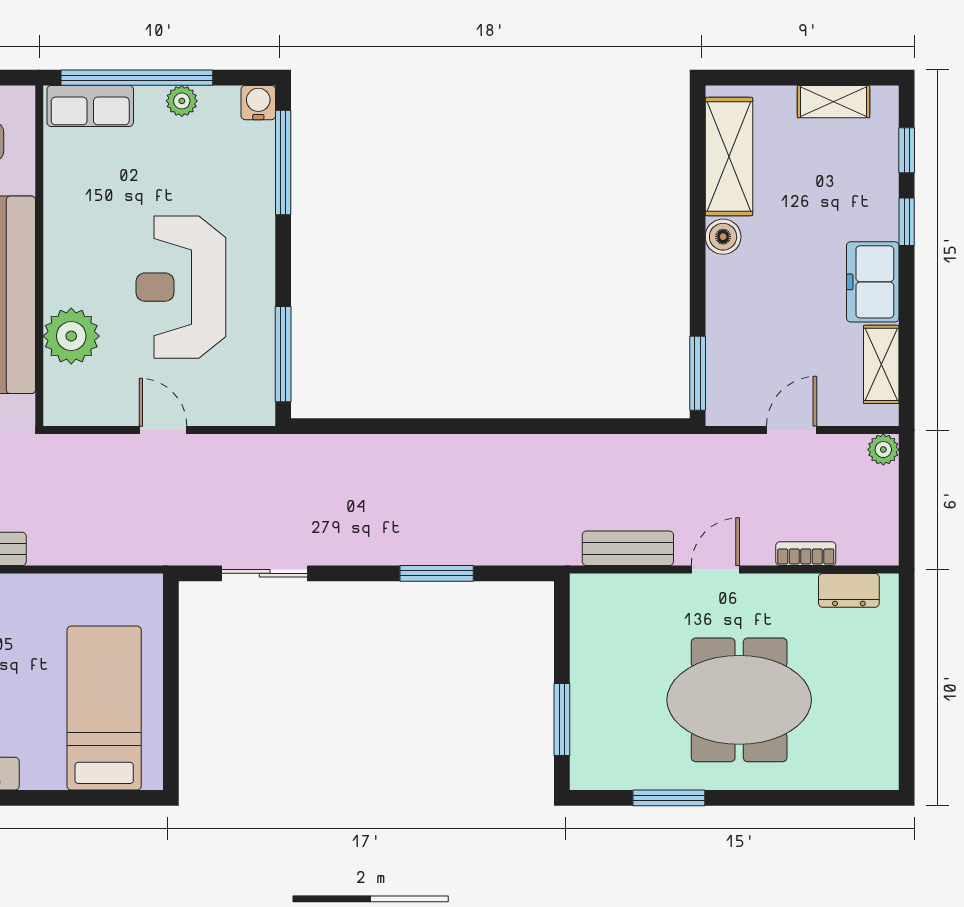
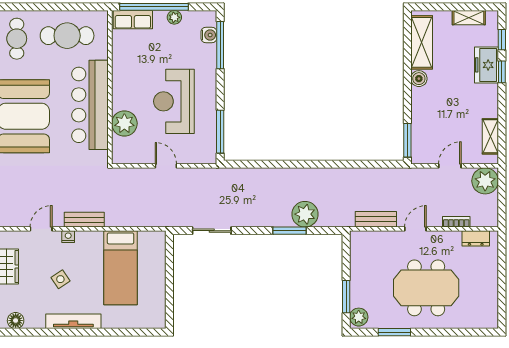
water cooler: (258, 103) -> (209, 35), moved, turned 90
freezer: (873, 282) -> (486, 65), moved
plant: (883, 450) -> (485, 181), width x1.87, depth x1.87
plant: (471, 537) -> (305, 214), added
bed: (104, 708) -> (121, 268), moved, turned 180
plant: (590, 764) -> (359, 317), added

